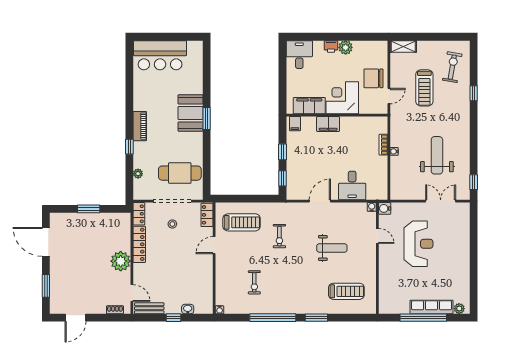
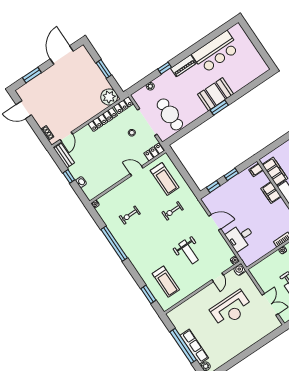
bar counter: (160, 55) -> (216, 52), moved, turned -90
plant: (121, 261) -> (109, 97), moved
window: (316, 318) -> (148, 294), moved

